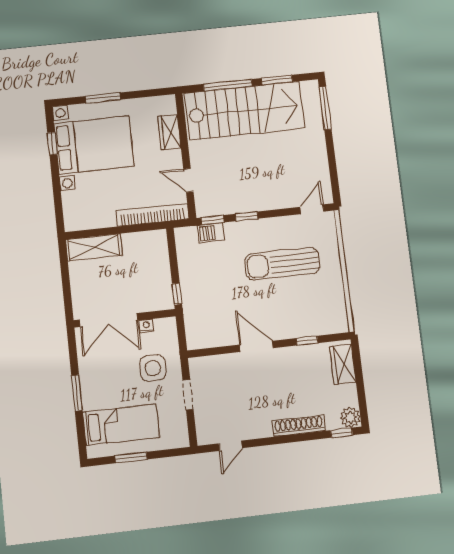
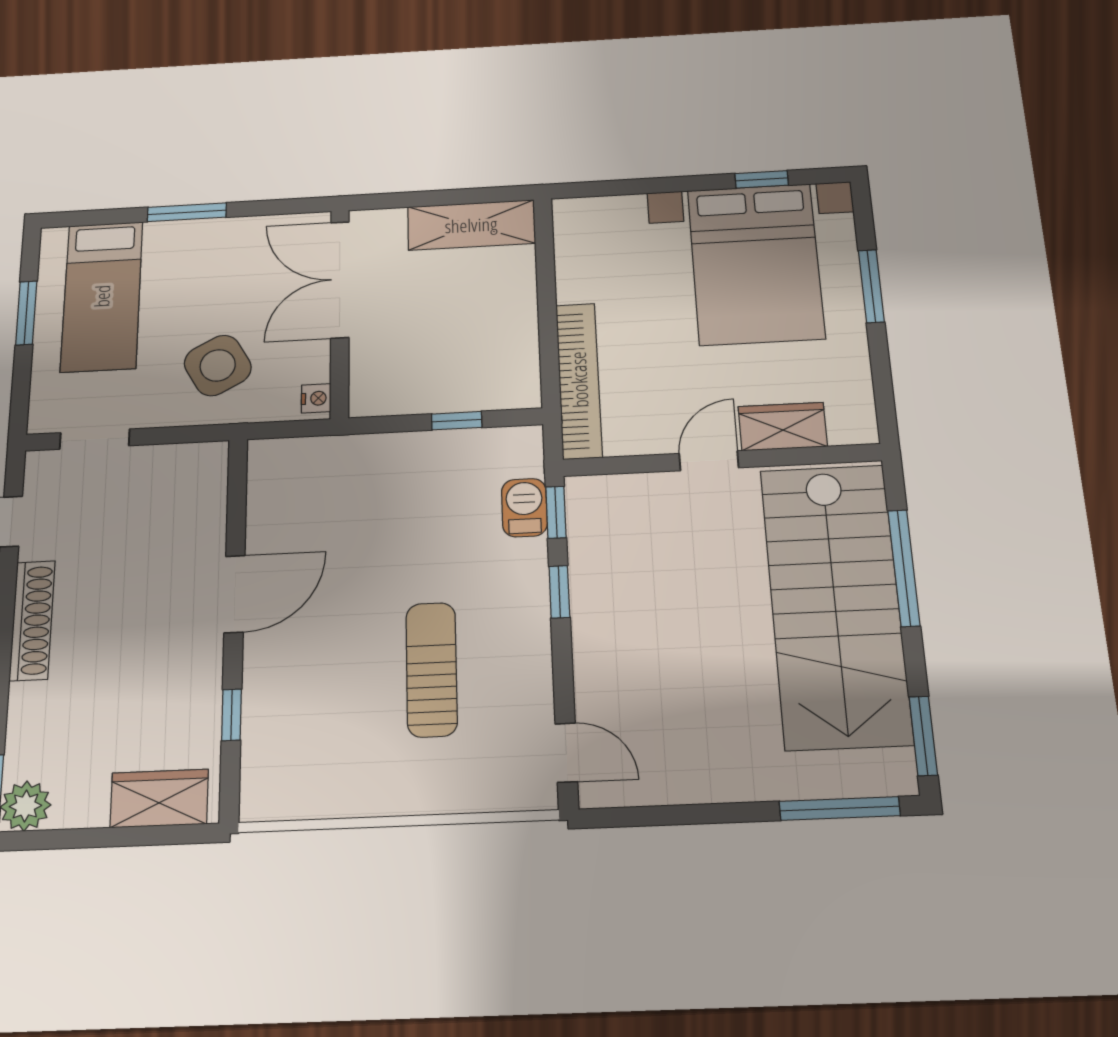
window: (277, 80) -> (923, 736), moved
door: (188, 180) -> (709, 461), moved
shelving: (94, 247) -> (471, 225), moved, turned 90
sun lounger: (282, 264) -> (432, 669), width x0.73, depth x0.75
window: (177, 294) -> (457, 421), moved
nightstand: (146, 326) -> (316, 398), moved
side table: (153, 368) -> (218, 365), turned -30
doorway: (188, 395) -> (95, 439), moved
shoe rack: (299, 426) -> (32, 620), moved

